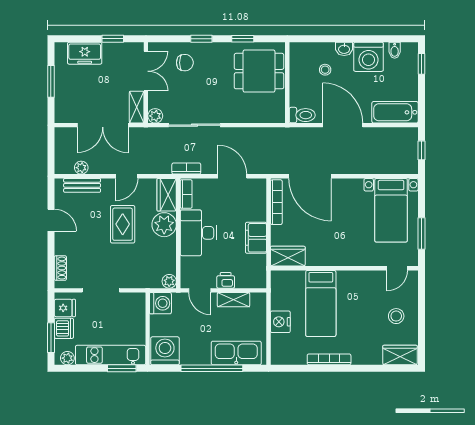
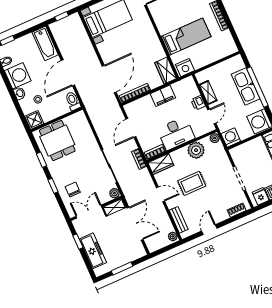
freezer: (85, 53) -> (93, 251), width x1.40
shower: (300, 53) -> (34, 120), added
plant: (81, 168) -> (173, 236), moved
plant: (164, 225) -> (196, 150), moved
nightstand: (280, 322) -> (185, 68), moved
kitchen sink: (236, 353) -> (246, 86), moved

